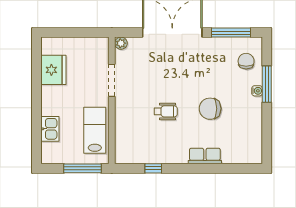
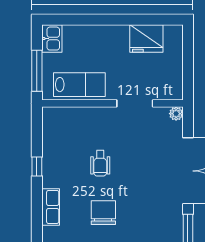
kitchen sink: (50, 129) -> (52, 39), moved, turned -90
window: (153, 168) -> (37, 167), moved

